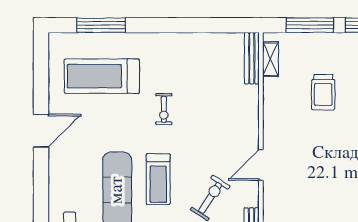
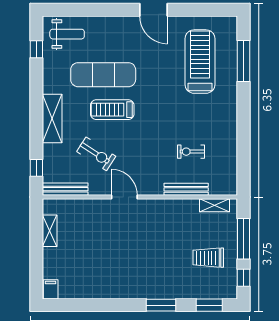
bench: (252, 58) -> (186, 189), moved
trolley: (323, 92) -> (208, 258), moved
exercise bike: (164, 109) -> (191, 152), moved

